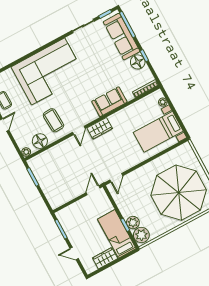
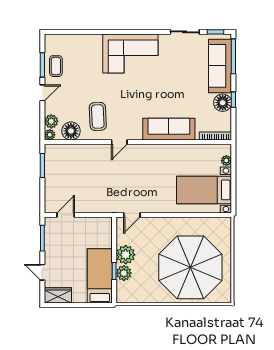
corner sofa: (48, 71) -> (130, 54), width x0.73, depth x0.74
sofa: (109, 102) -> (169, 129), width x1.36
wardrobe: (100, 128) -> (143, 152), removed
plant: (22, 142) -> (51, 121), added
door: (93, 190) -> (66, 215), moved
plant: (141, 235) -> (126, 255), moved
wardrobe: (105, 258) -> (58, 295), moved

